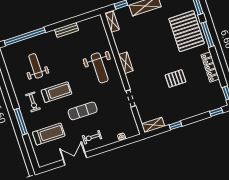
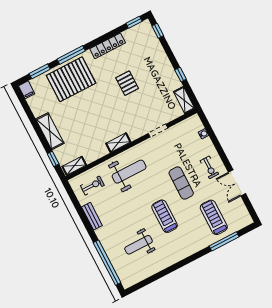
exercise bike: (33, 102) -> (92, 186), moved
window: (21, 122) -> (224, 241), moved

